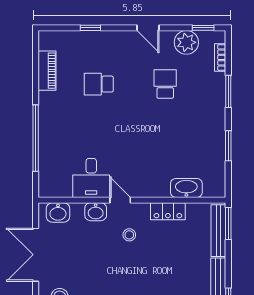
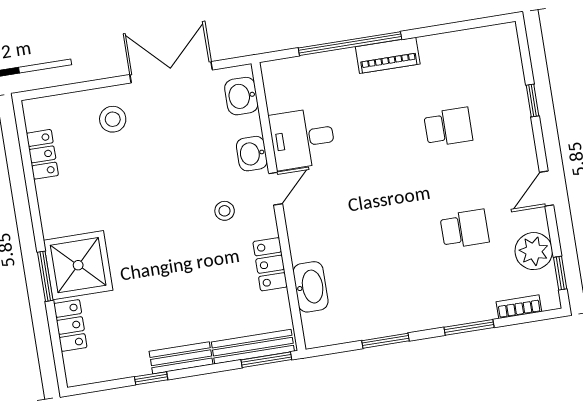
piano: (47, 71) -> (388, 55), moved
school desk: (99, 84) -> (448, 127), turned 90

